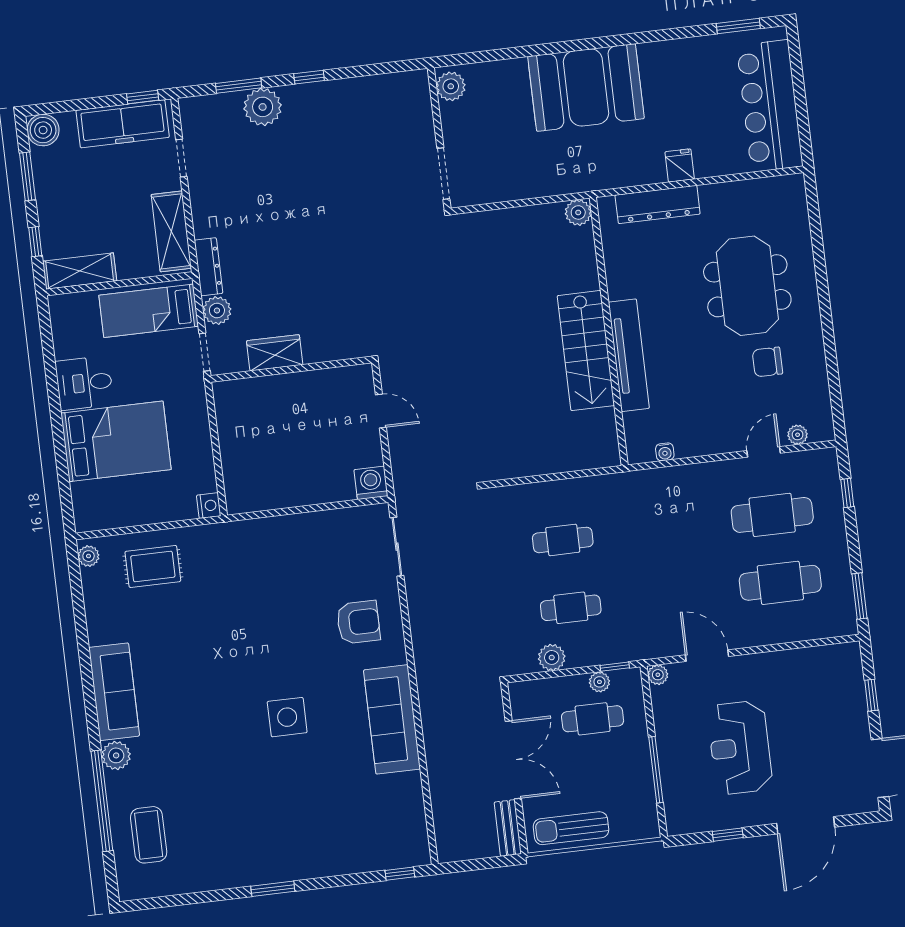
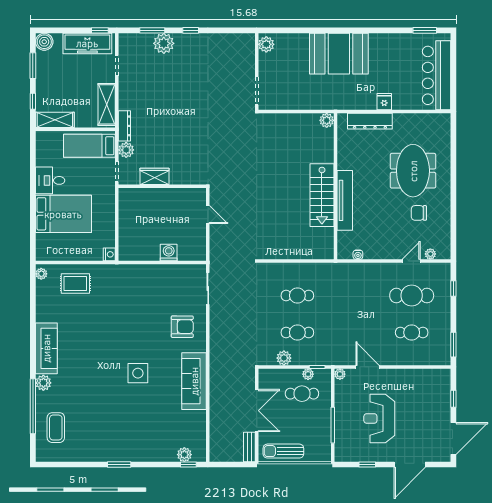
washing machine: (371, 483) -> (169, 252), moved
cafe table: (780, 583) -> (412, 332), width x0.73, depth x0.74
plant: (390, 856) -> (184, 455), added

